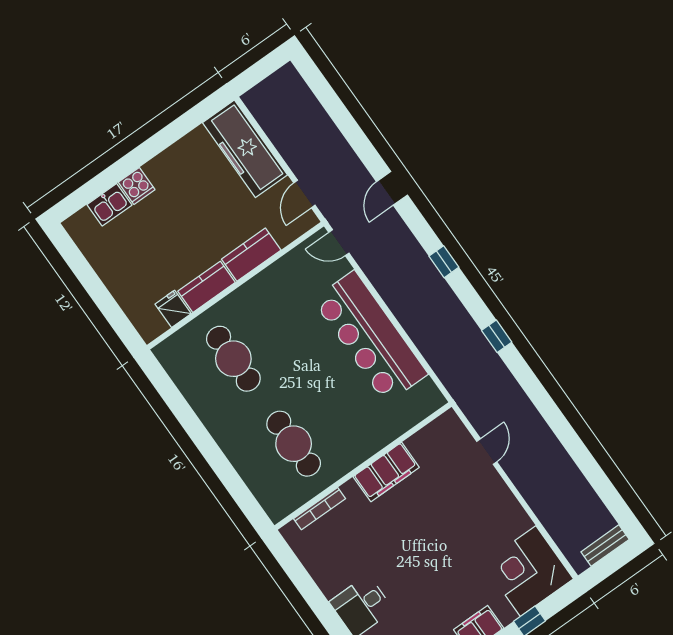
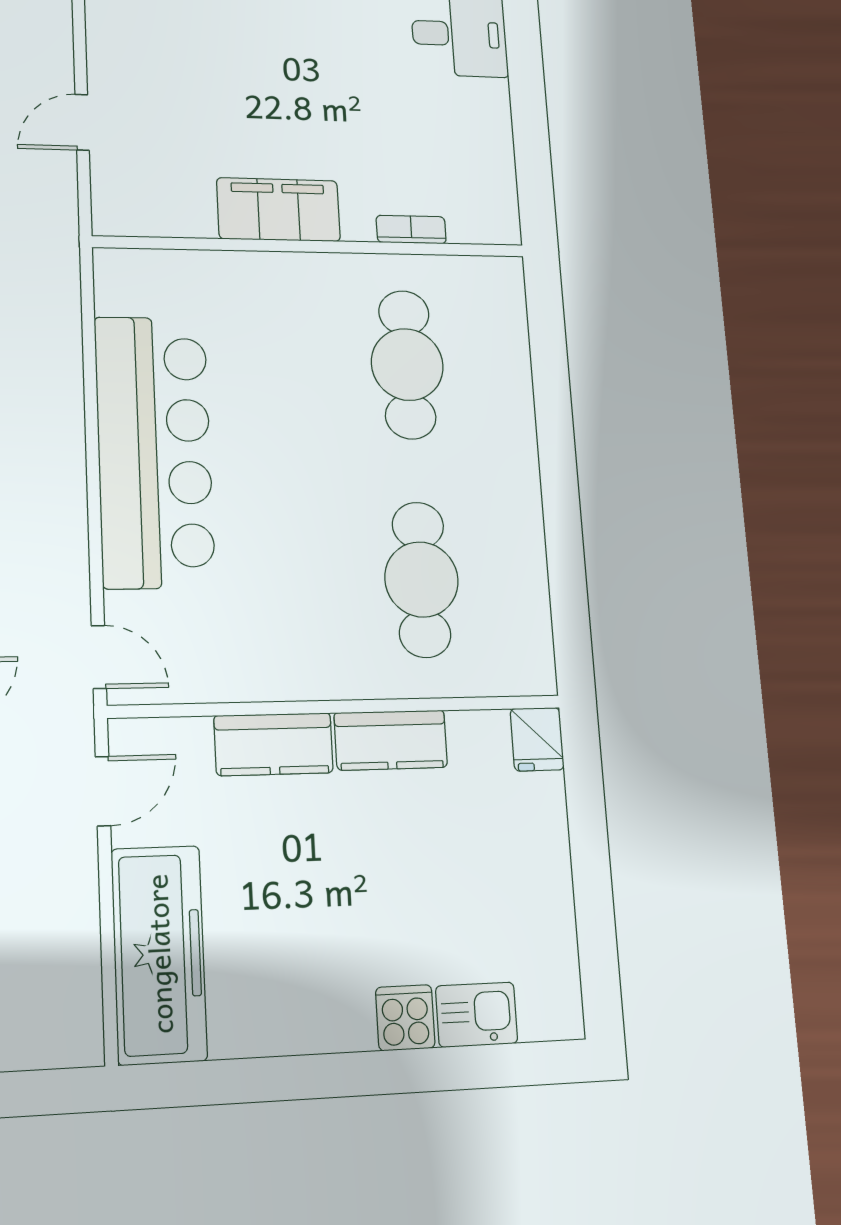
fridge: (173, 309) -> (537, 739), moved
bookcase: (320, 509) -> (411, 230), width x0.64

